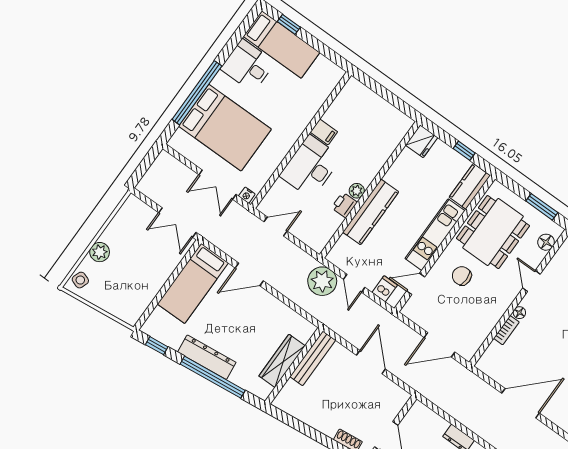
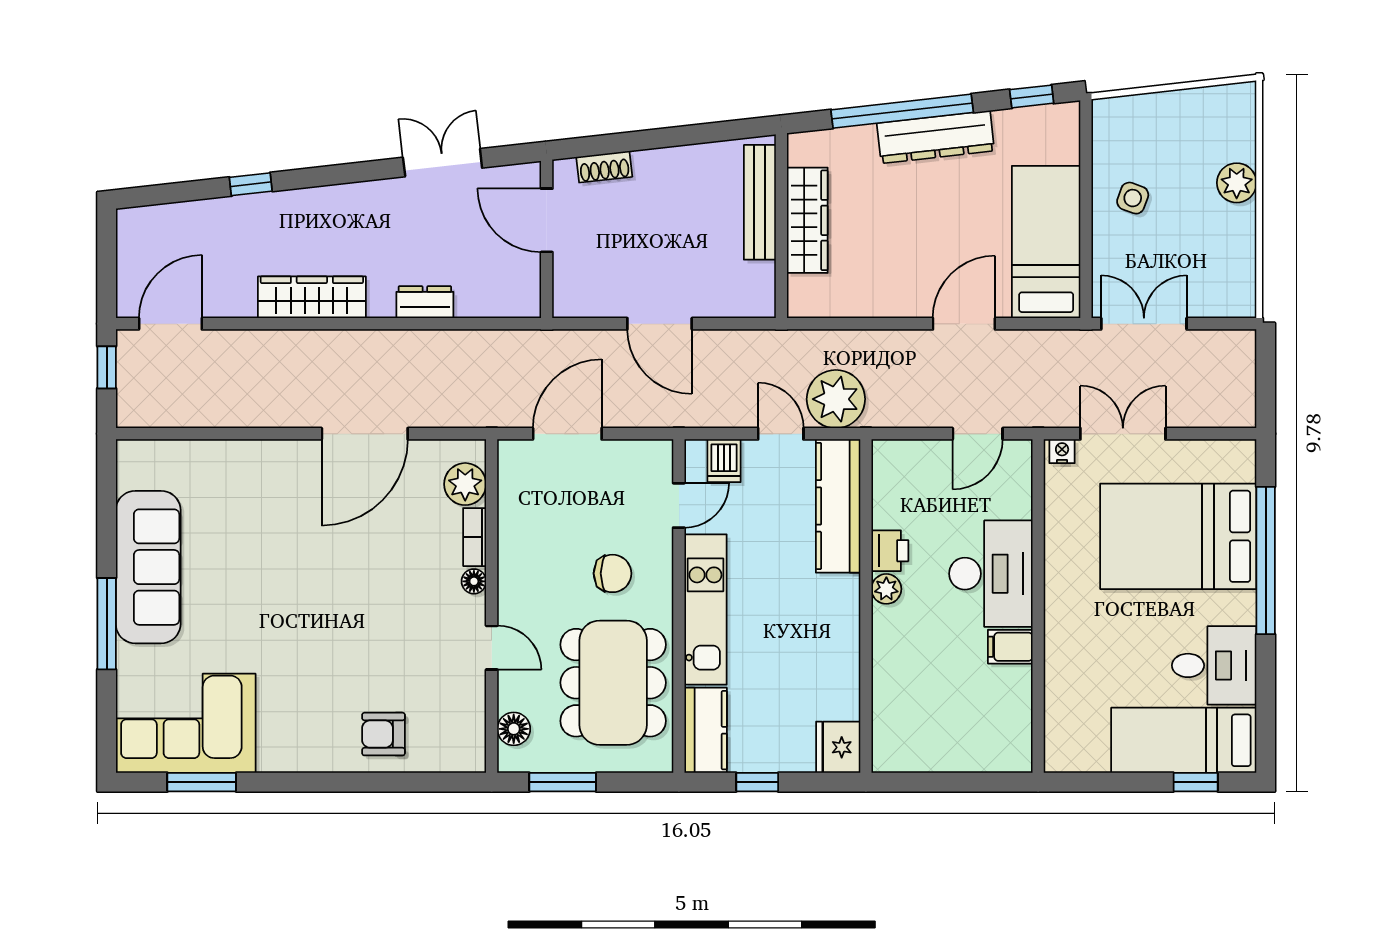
kitchen counter: (371, 212) -> (838, 506), moved
side table: (80, 280) -> (1133, 198), moved
plant: (495, 354) -> (465, 484), added
bench: (313, 358) -> (760, 202), moved

